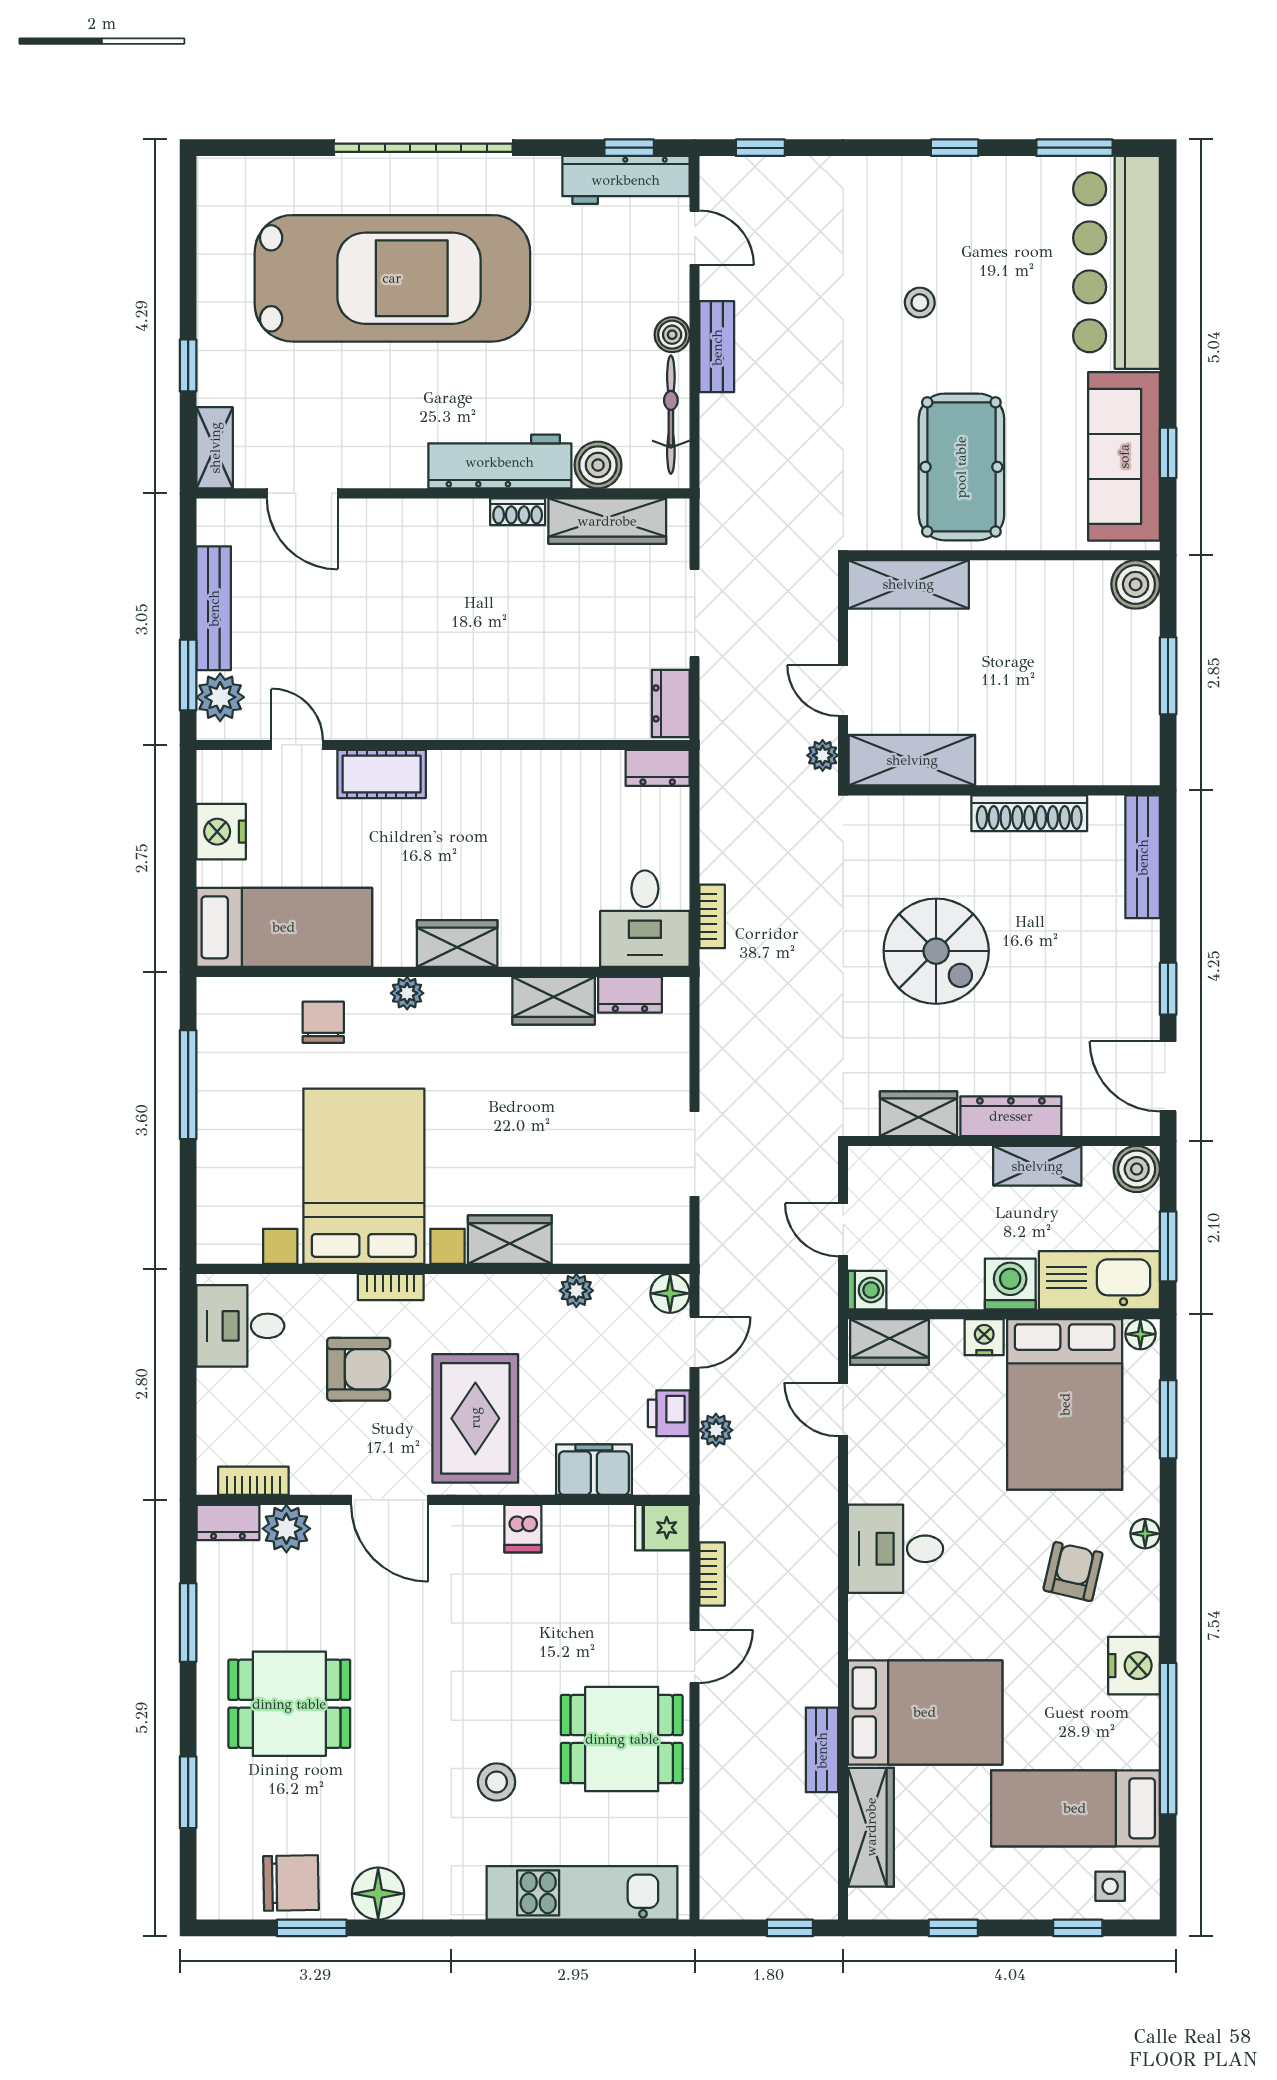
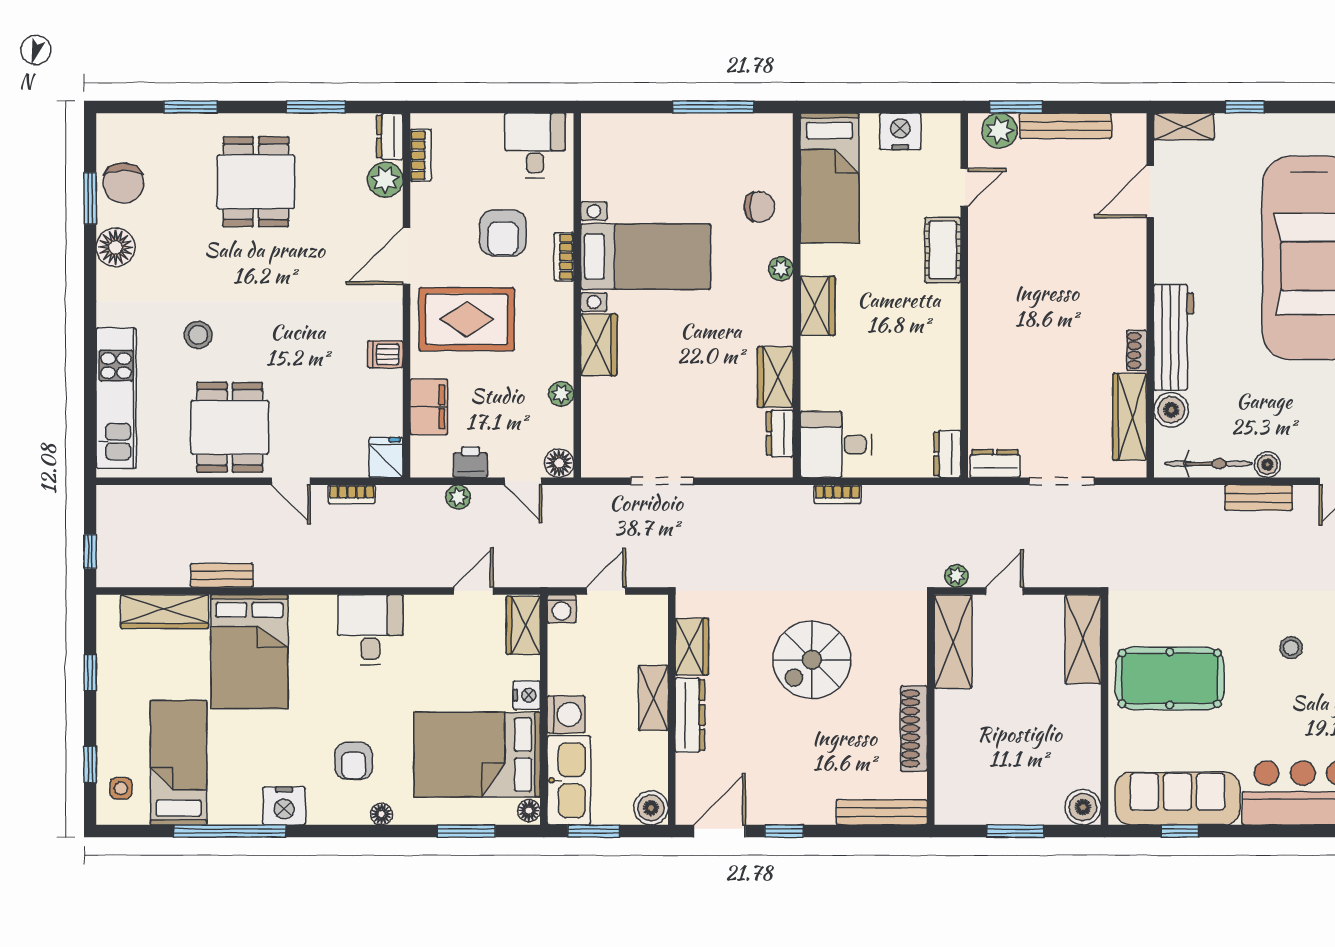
shelving: (1037, 1166) -> (653, 698), moved
bed with nightstands: (364, 1176) -> (646, 257), width x0.73
armchair: (1073, 1572) -> (354, 761), turned 77

